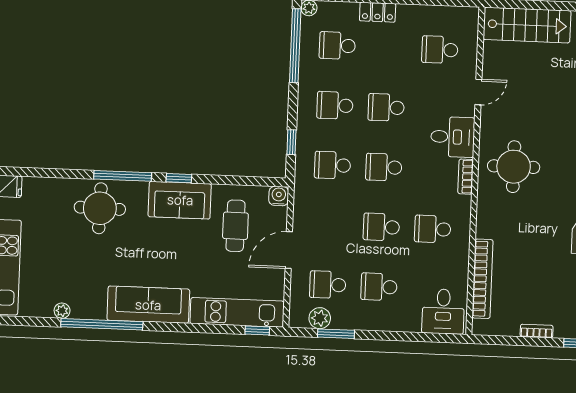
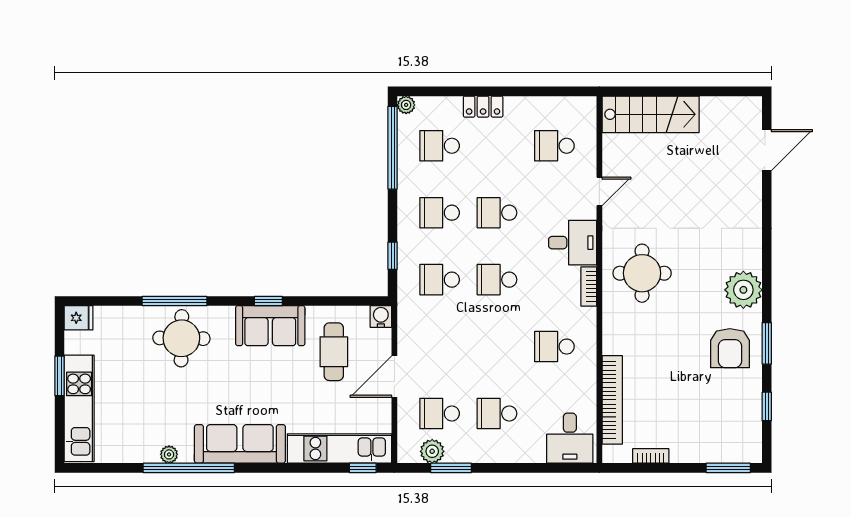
window: (123, 176) -> (174, 301), moved
school desk: (381, 227) -> (497, 347), removed
plant: (62, 311) -> (169, 454), moved
bookcase: (537, 331) -> (651, 456), moved

